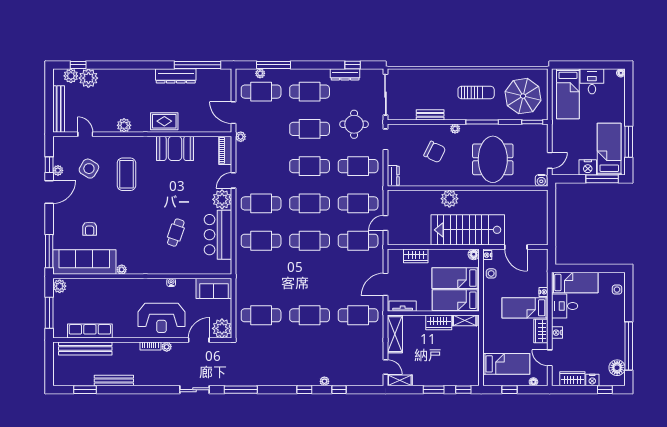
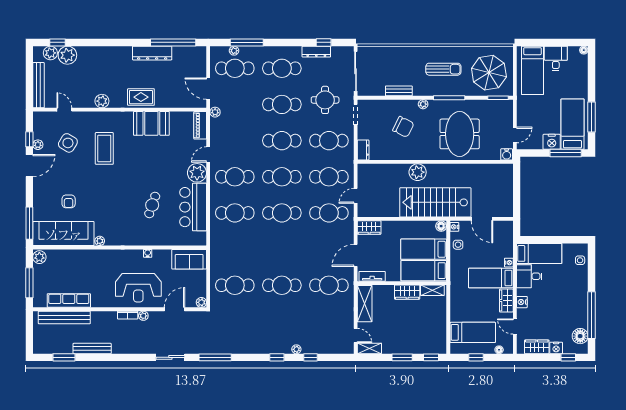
wardrobe: (416, 256) -> (369, 228), moved
plant: (222, 328) -> (201, 302), width x0.53, depth x0.53

